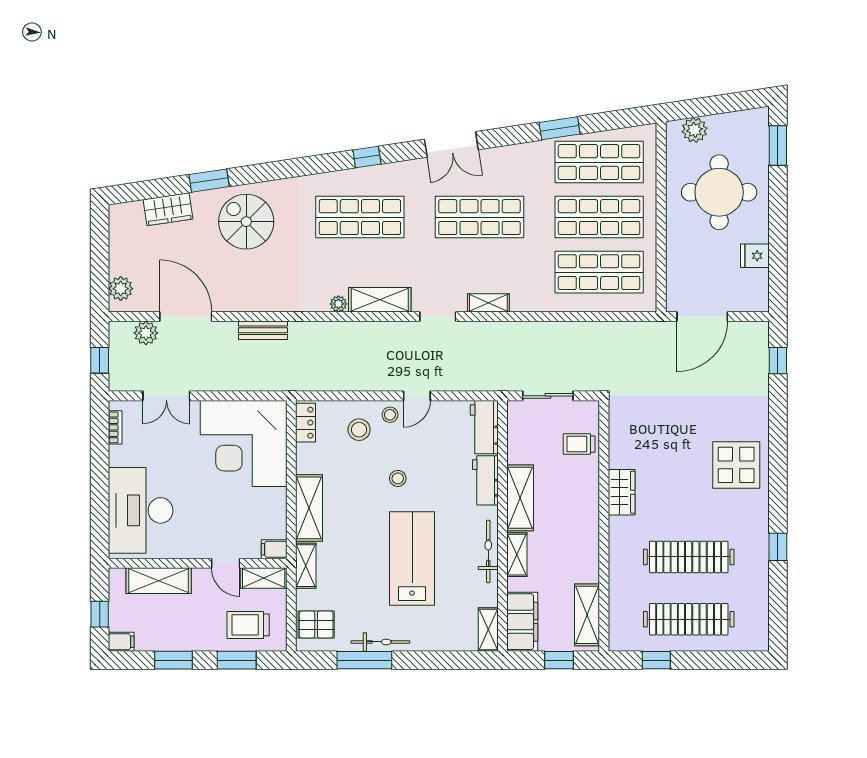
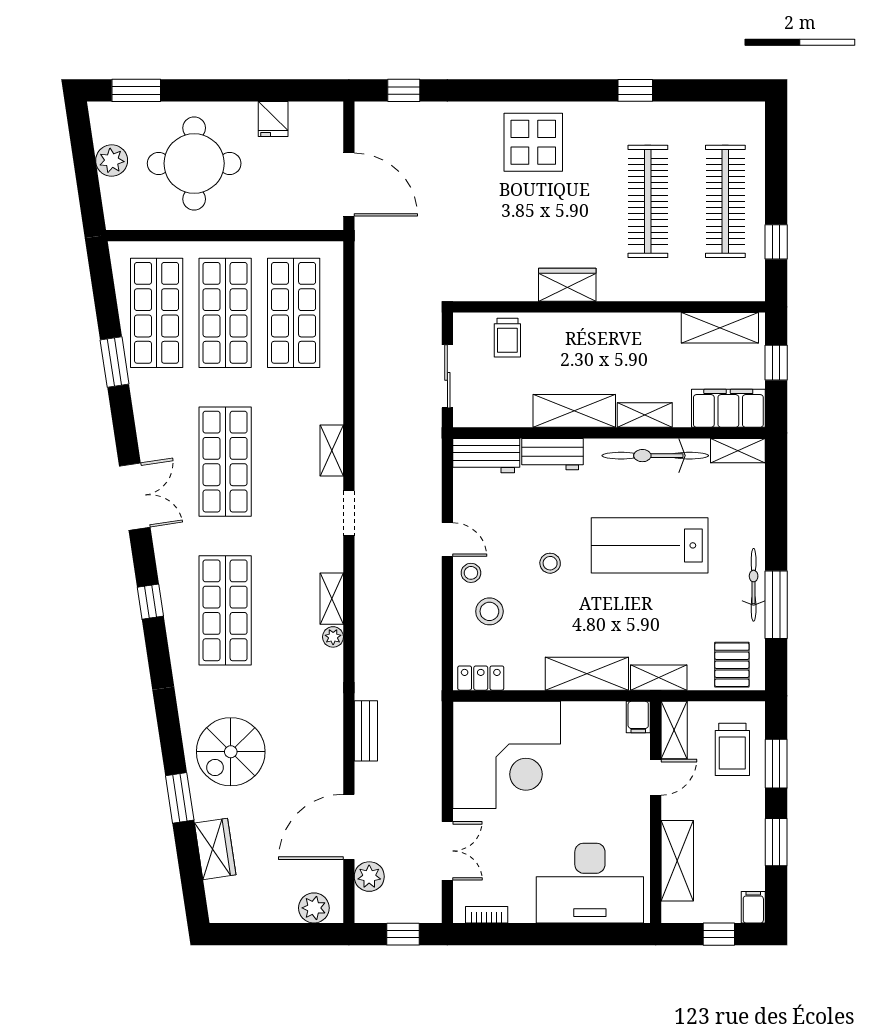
plant: (694, 130) -> (112, 161), moved
shelving: (380, 300) -> (332, 599), width x0.67, depth x0.75
bicycle: (488, 551) -> (655, 456), width x1.37, depth x1.40

